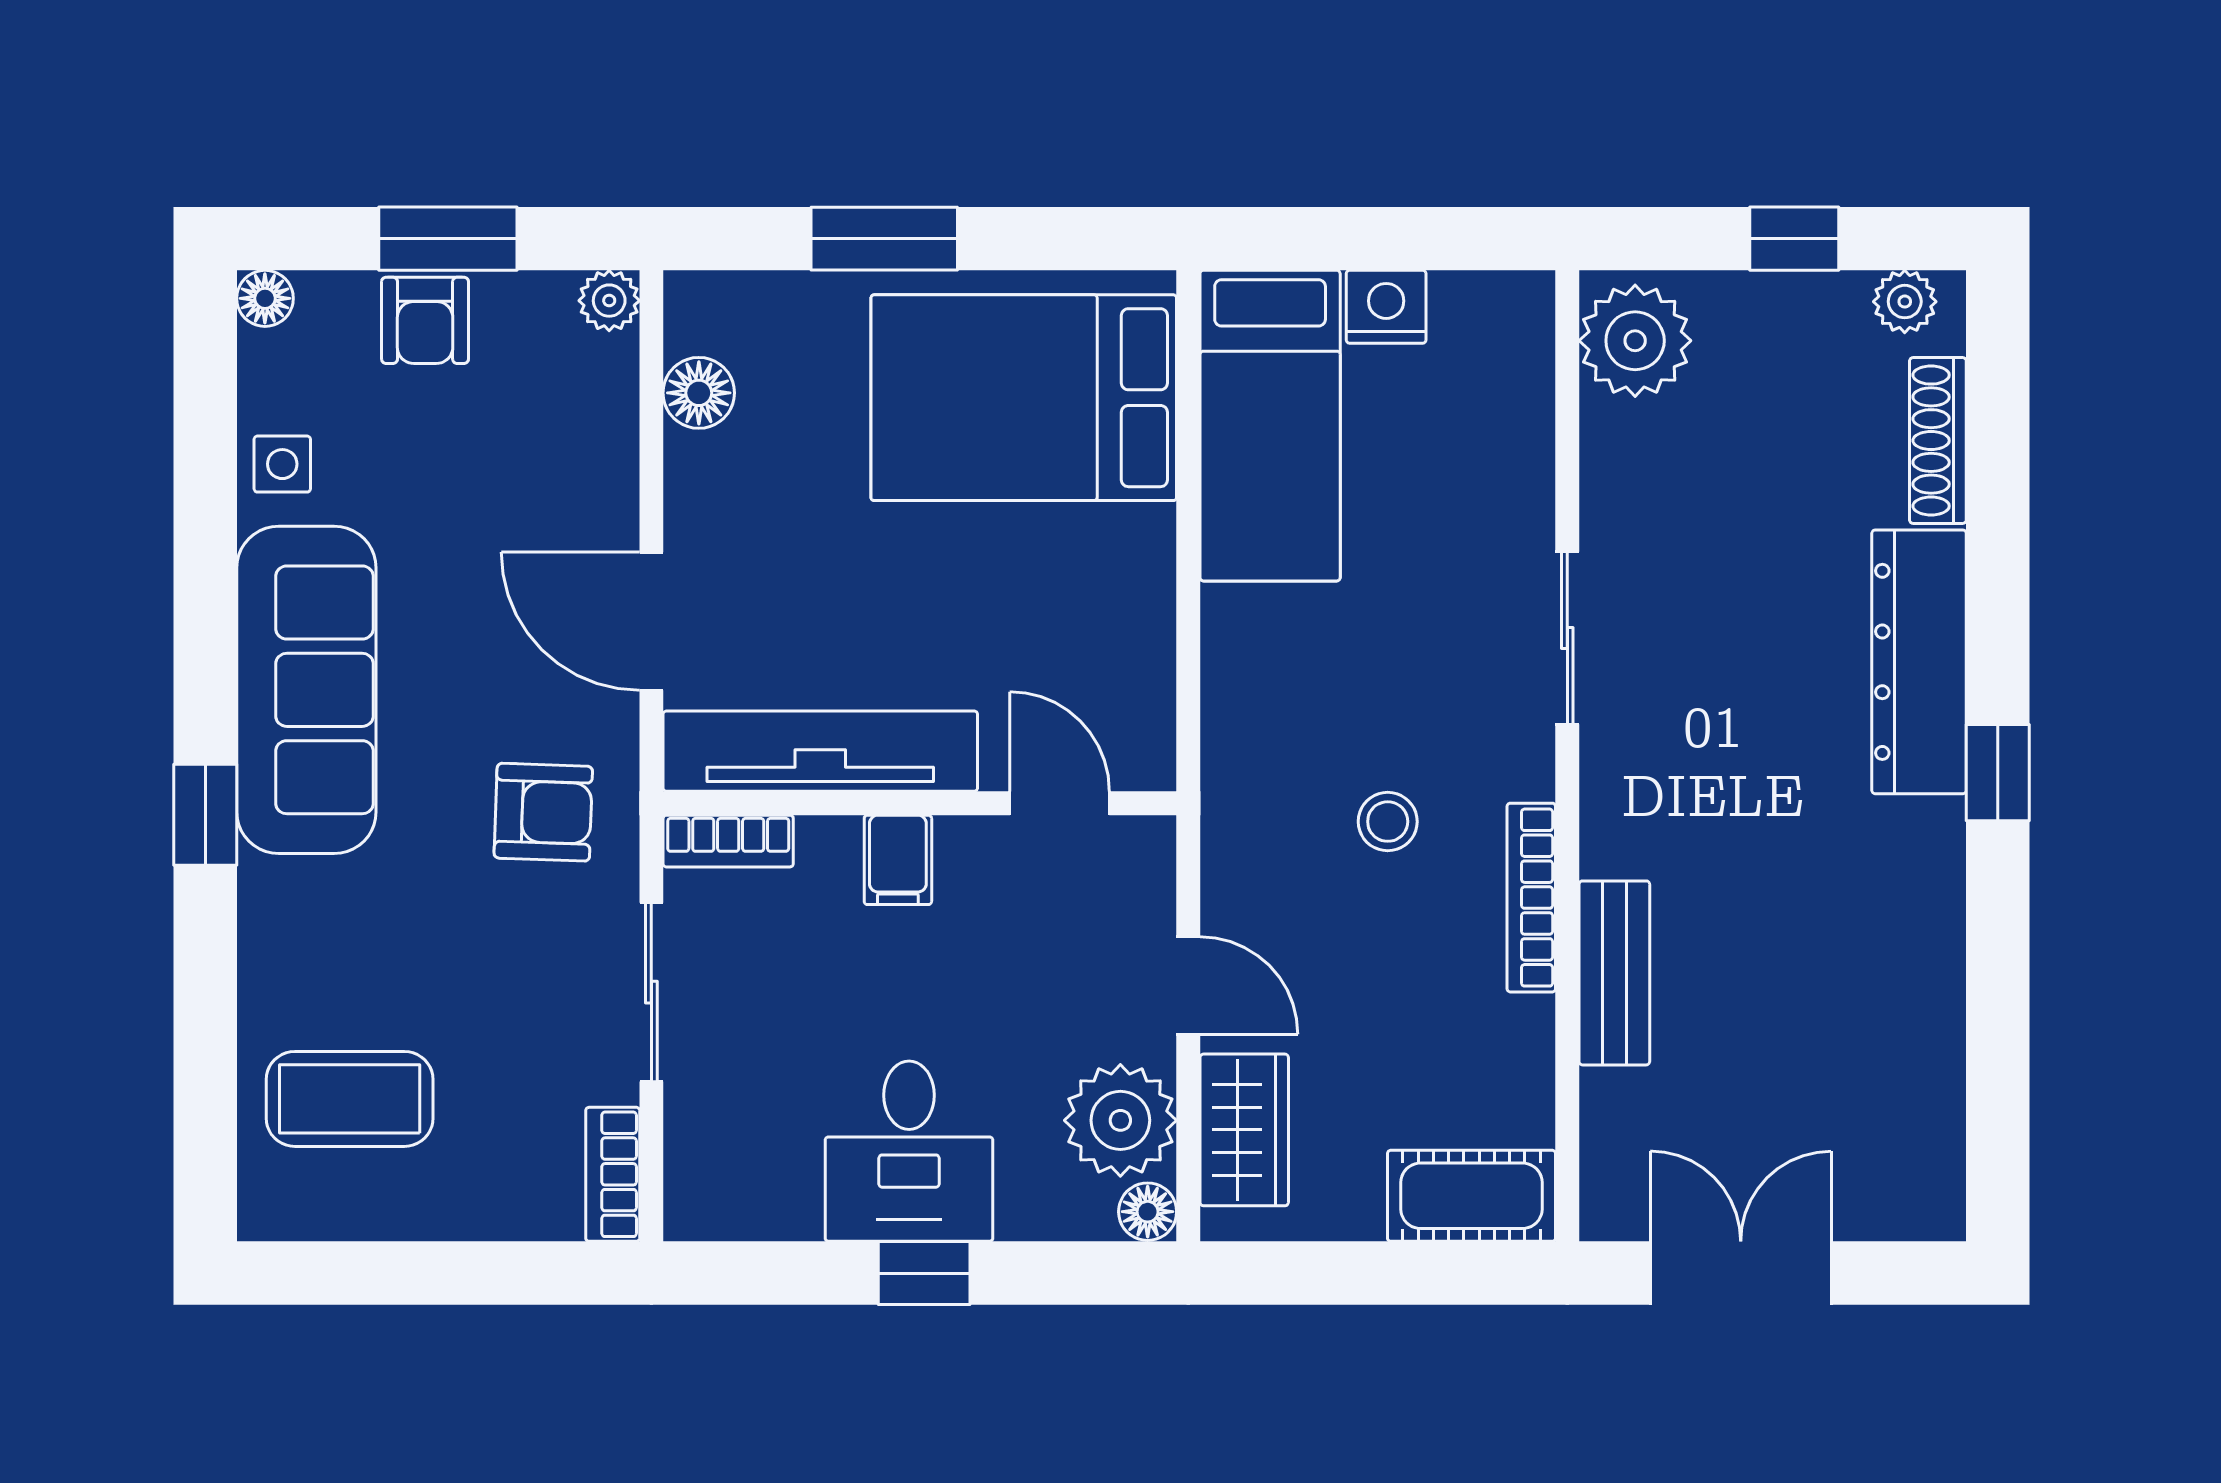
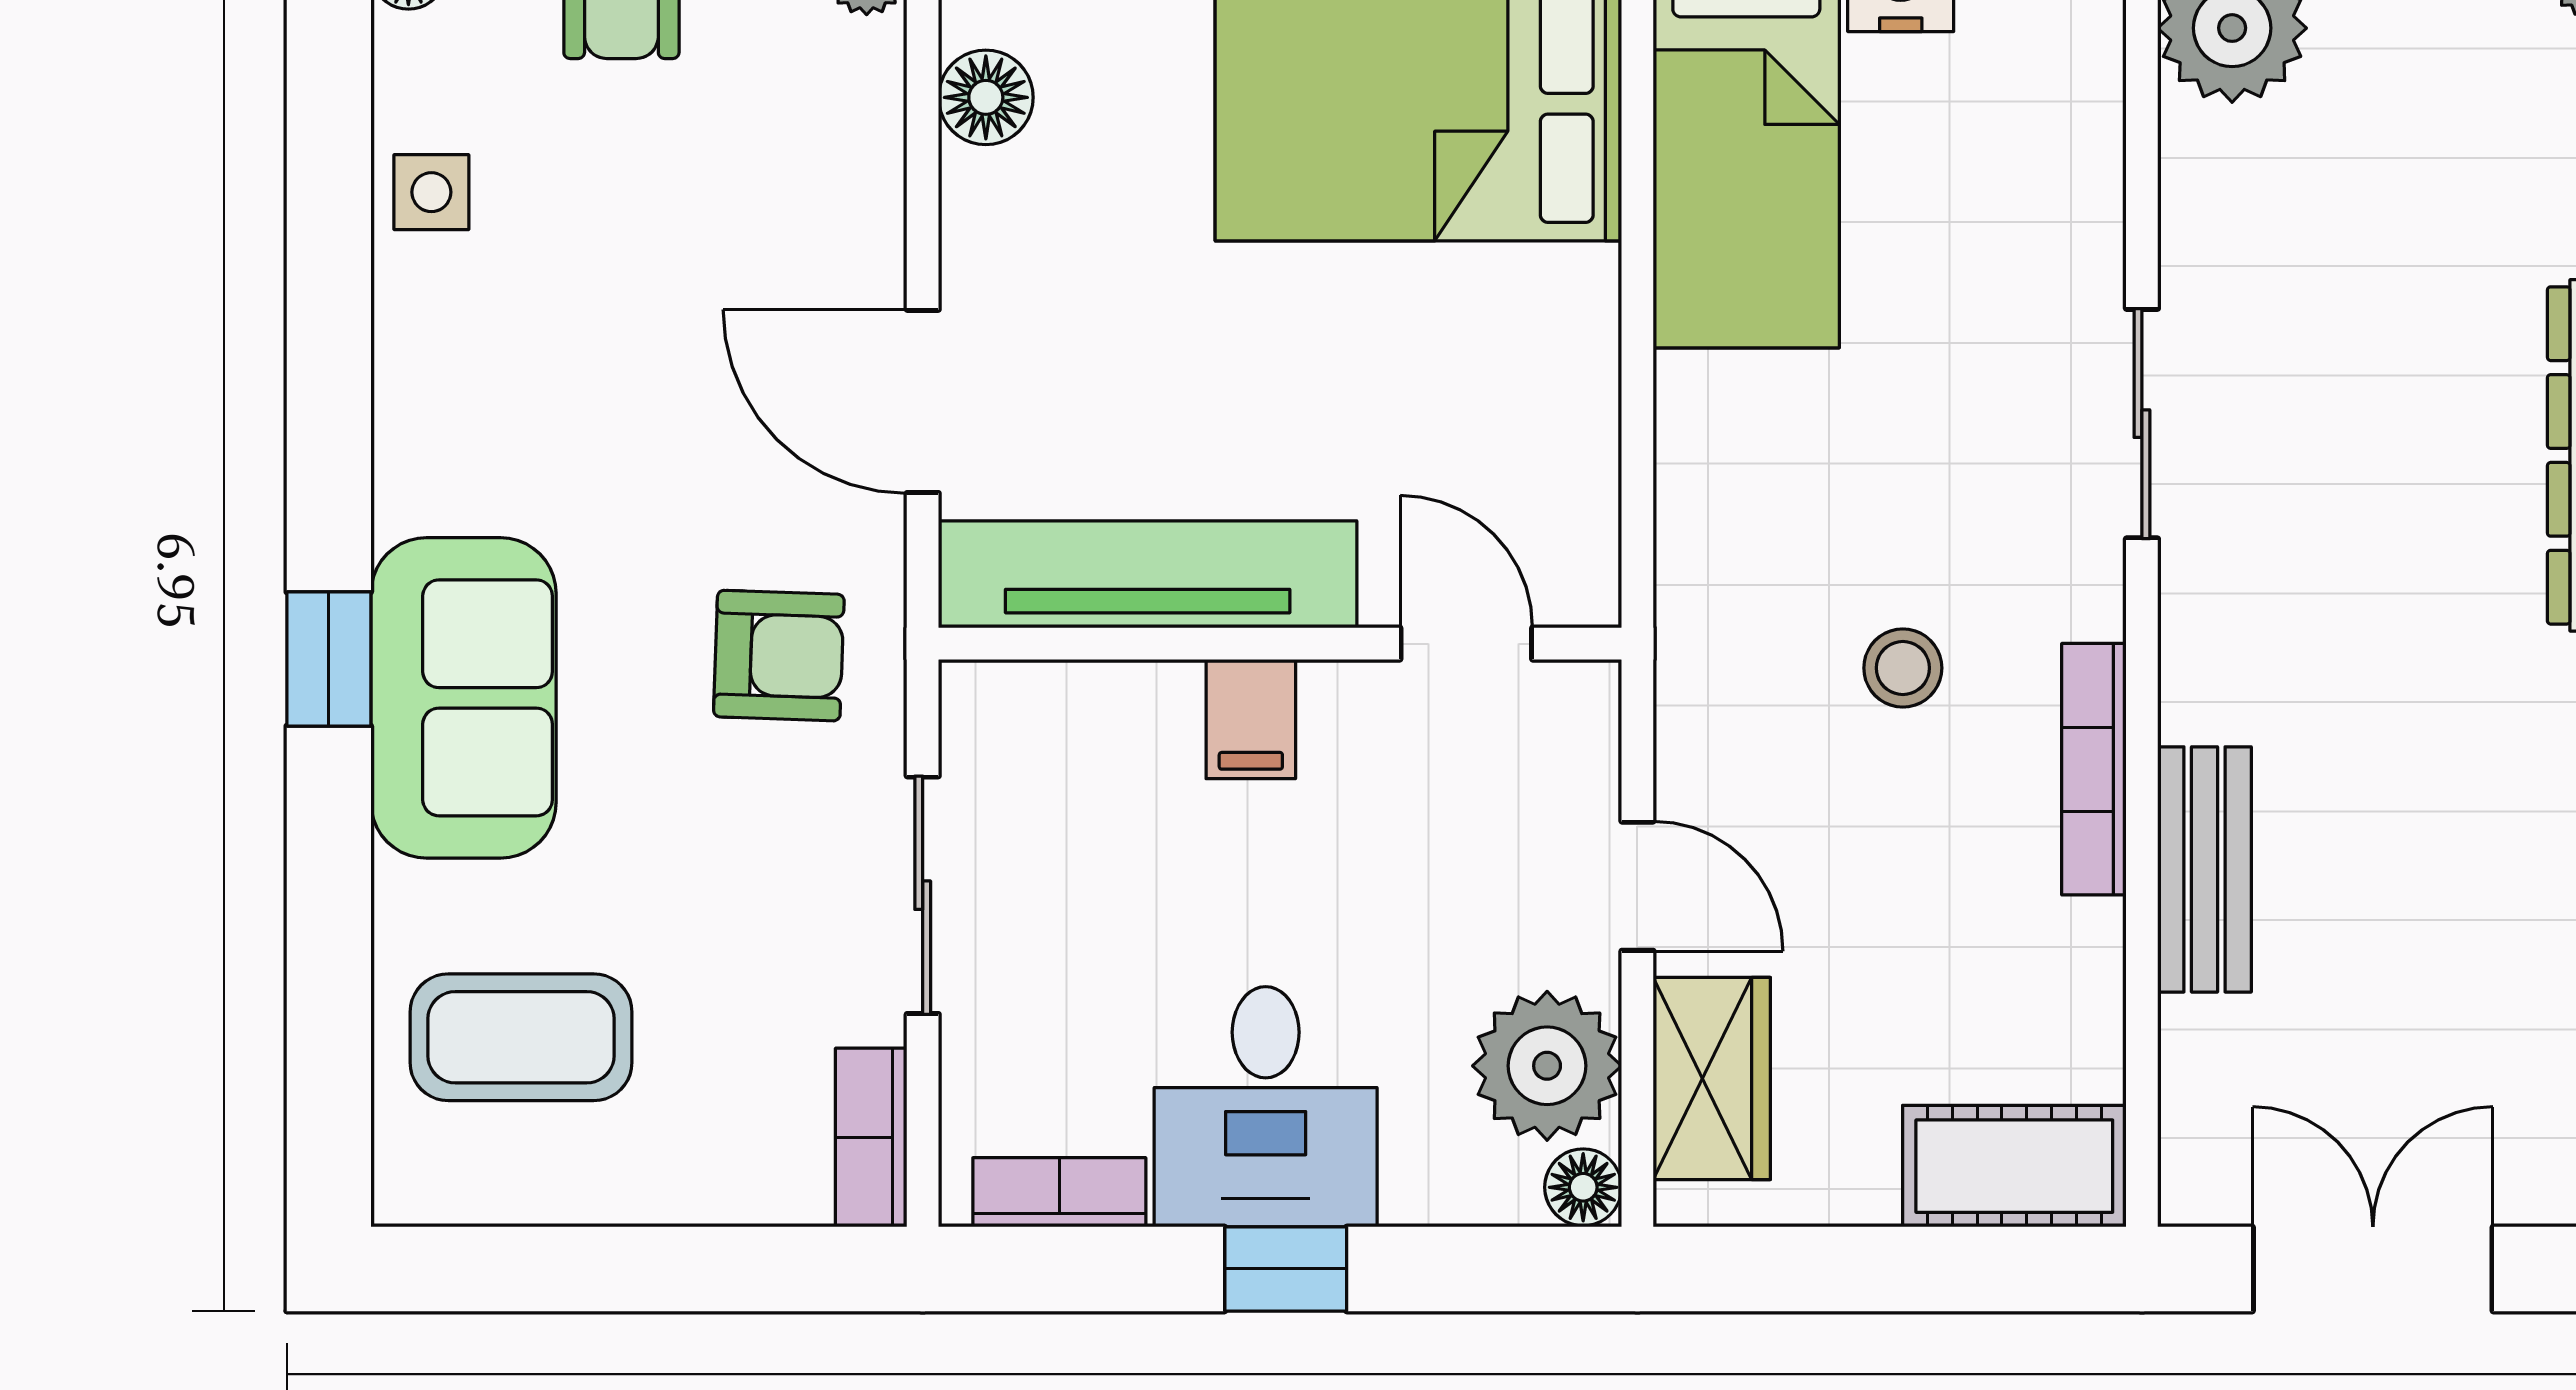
sofa: (306, 690) -> (464, 698), moved, width x0.73
bookcase: (728, 841) -> (1059, 1192), moved, turned 180

